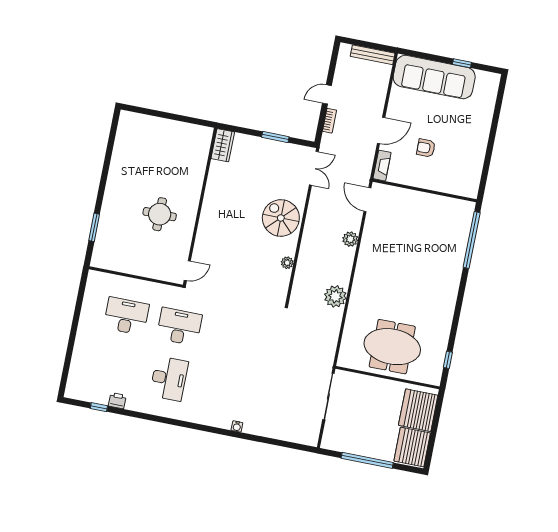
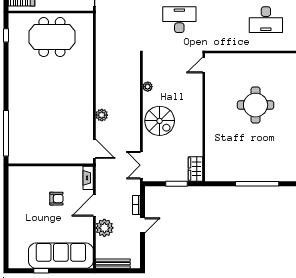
window: (177, 117) -> (257, 184), added
wardrobe: (223, 145) -> (195, 169), moved
wall: (200, 207) -> (204, 117), moved
round table: (160, 214) -> (256, 105), width x1.36, depth x1.36
door: (187, 271) -> (204, 65), moved
plant: (335, 296) -> (104, 228), moved
desk: (179, 327) -> (179, 20), moved, turned 180

